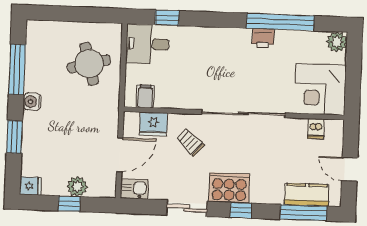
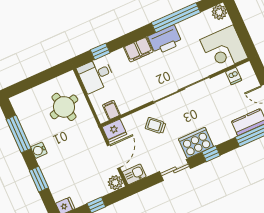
filing cabinet: (215, 38) -> (138, 49), added
printer: (263, 38) -> (165, 40), width x1.87, depth x1.48
fridge: (153, 124) -> (114, 131), moved
plant: (77, 187) -> (115, 183), moved

